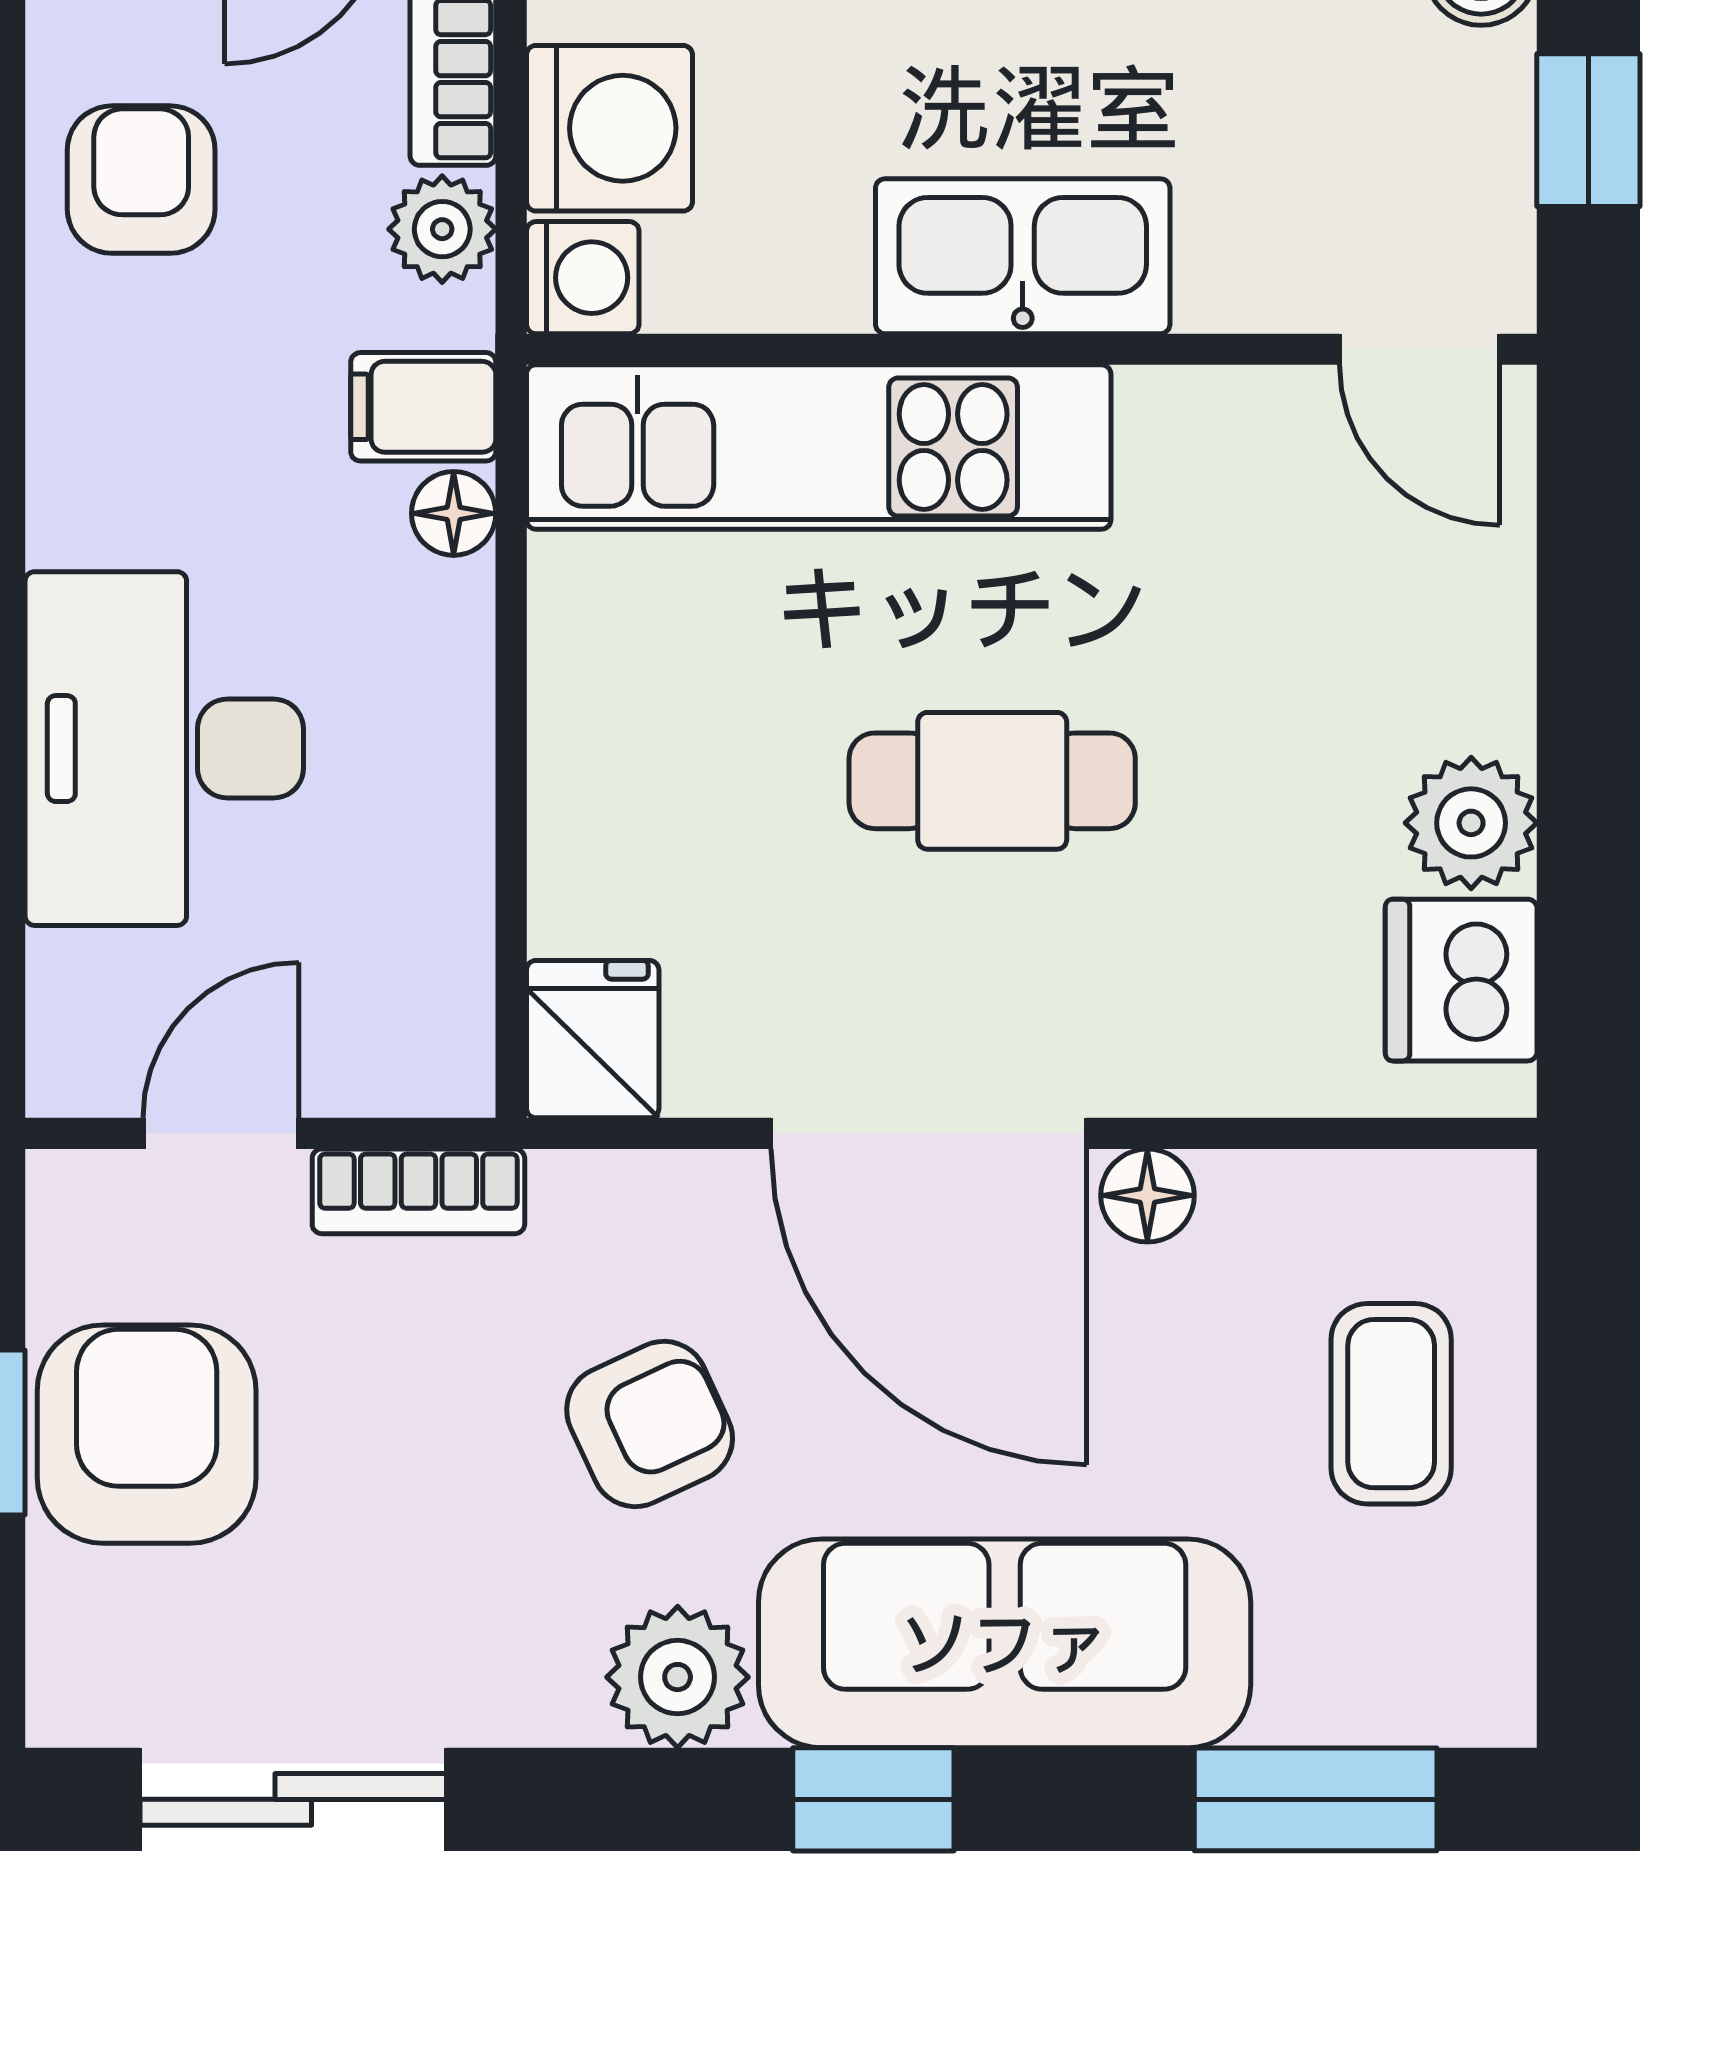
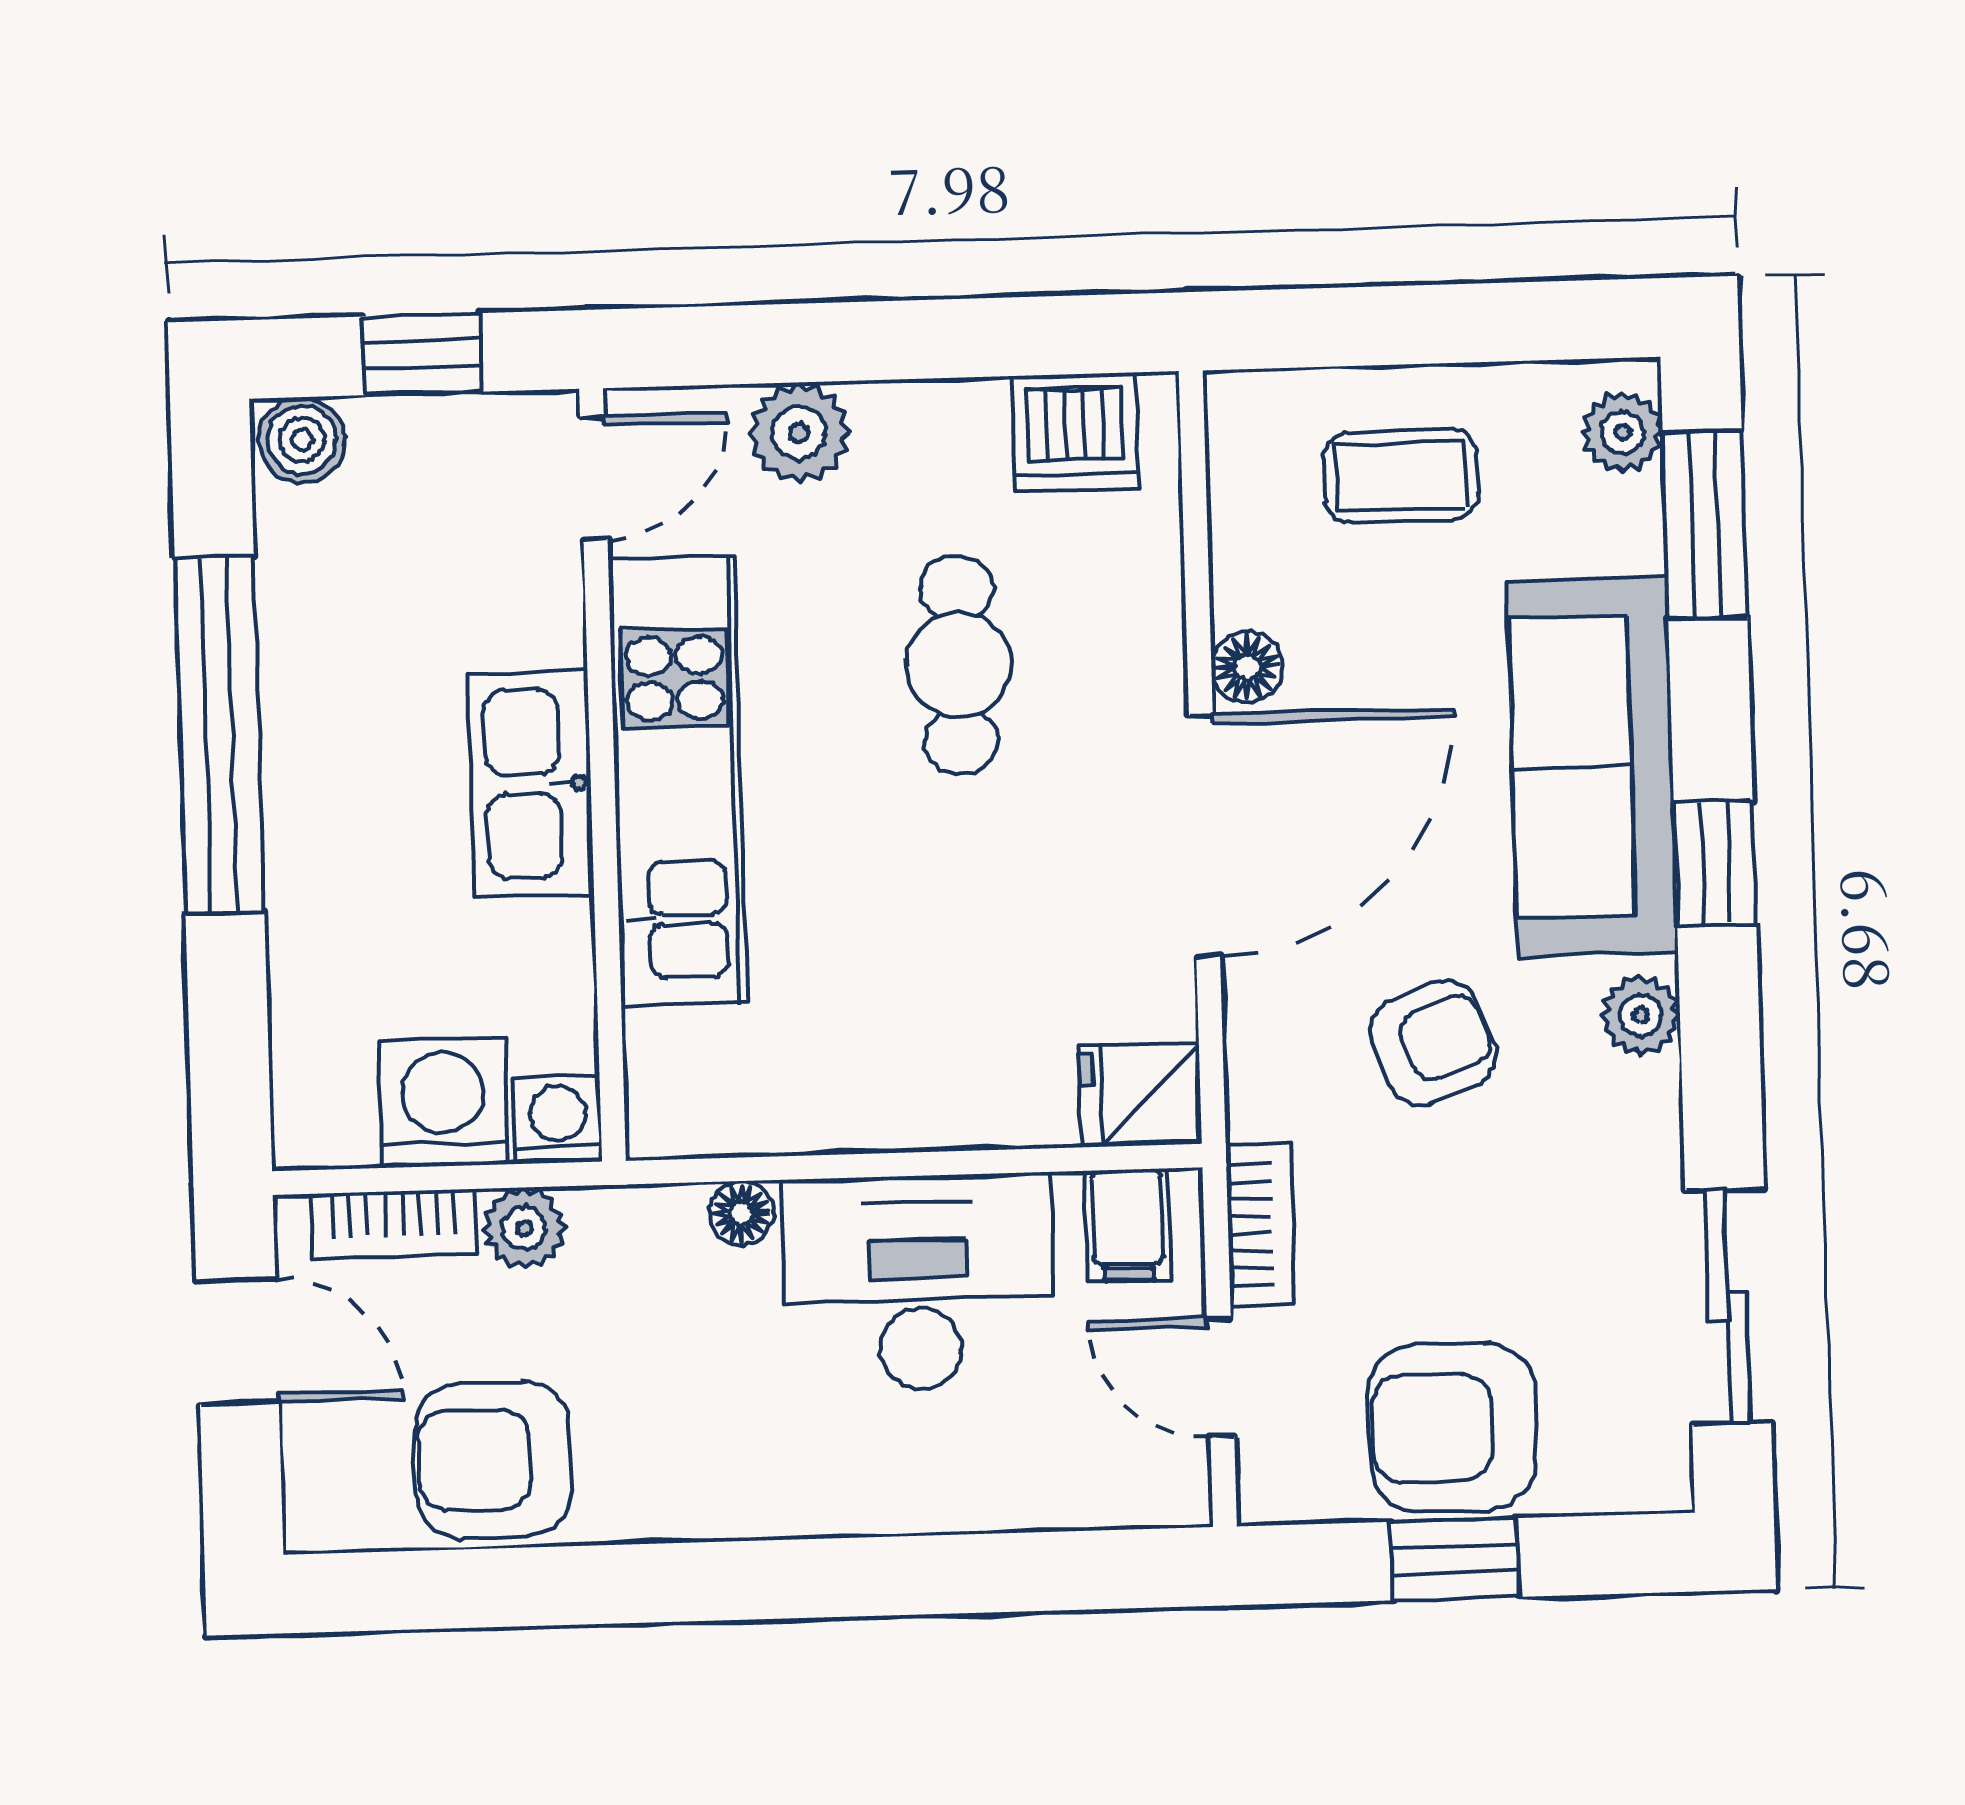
armchair: (141, 180) -> (493, 1460), width x1.38, depth x1.38
filing cabinet: (423, 407) -> (1128, 1225), moved
kitchen unit: (819, 447) -> (677, 781), moved
desk: (164, 749) -> (919, 1282), moved, turned 180
cafe table: (992, 781) -> (959, 665), moved
plant: (1471, 823) -> (799, 433), moved
armchair: (650, 1424) -> (1433, 1043), turned 94
plant: (678, 1677) -> (1641, 1015), width x0.73, depth x0.73
plant: (1440, 1695) -> (1622, 432), added

